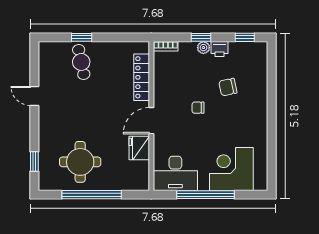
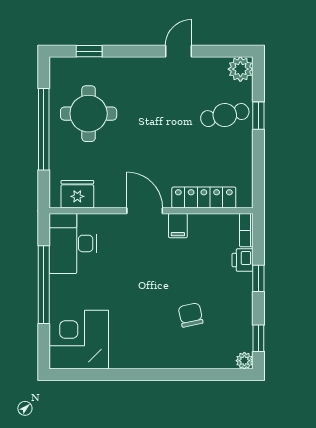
plant: (203, 48) -> (244, 361), moved
printer: (219, 49) -> (243, 260), moved
plant: (48, 50) -> (240, 69), added
filing cabinet: (162, 96) -> (178, 226), added
chair: (198, 108) -> (162, 274), removed
fridge: (139, 148) -> (77, 194), moved
corner desk: (231, 169) -> (79, 340), moved, turned -90

